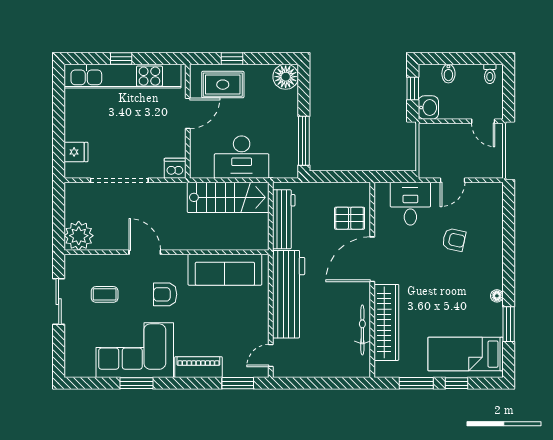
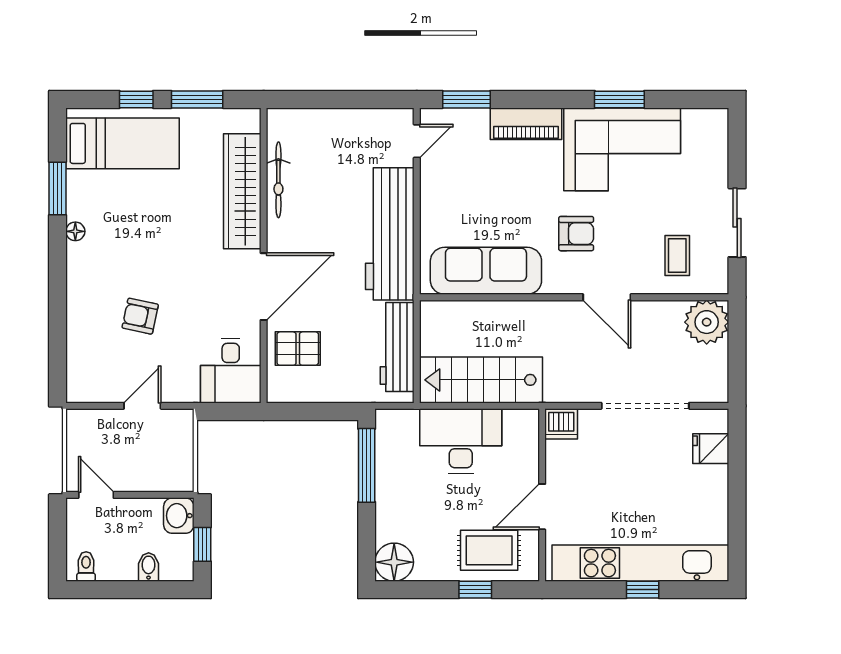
desk: (410, 204) -> (231, 371), moved
coffee table: (105, 294) -> (677, 256), moved, turned 90

